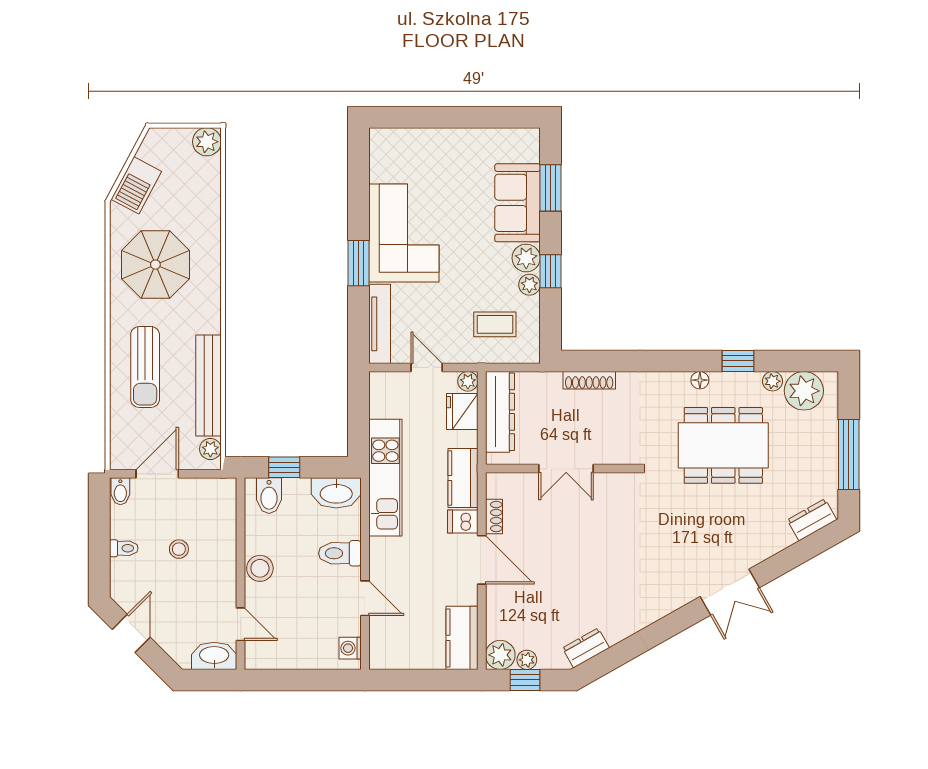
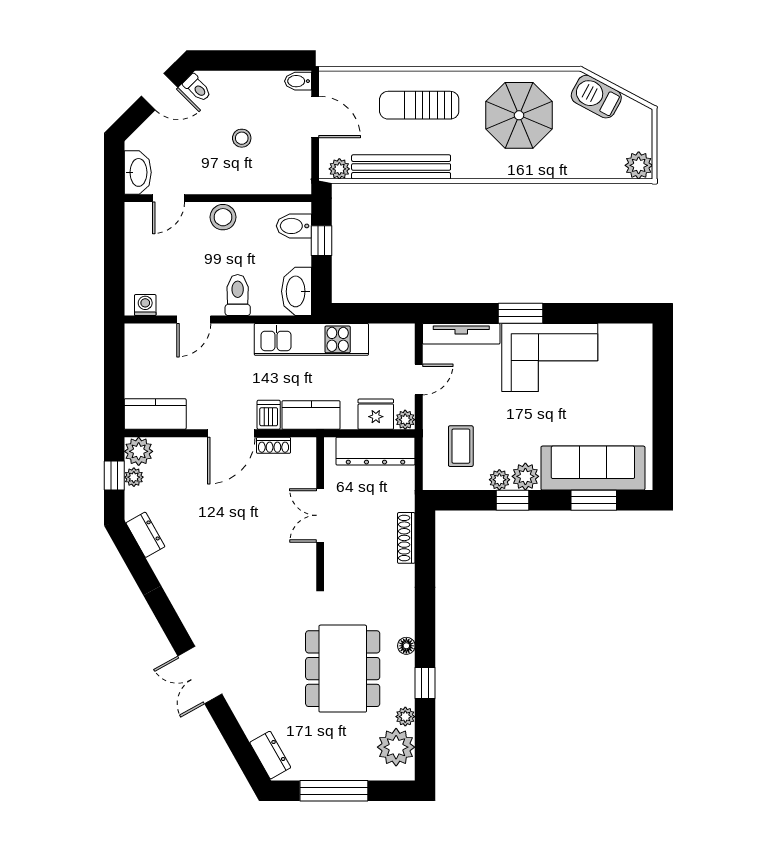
sofa: (517, 203) -> (593, 468), width x1.36
toilet: (124, 548) -> (197, 88), moved, turned -45

